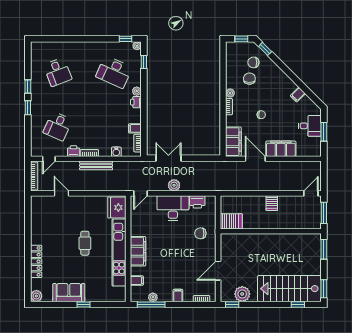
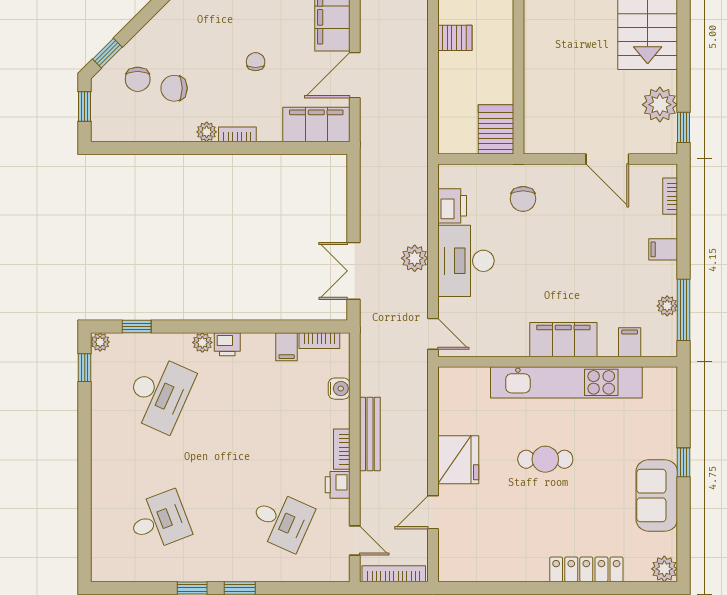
fridge: (117, 207) -> (458, 460), moved, turned -90

